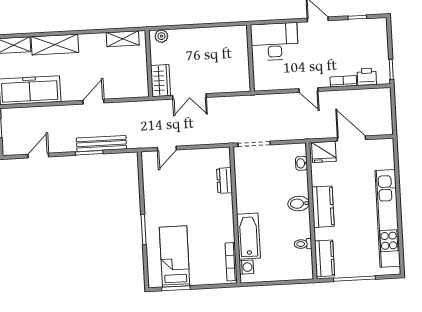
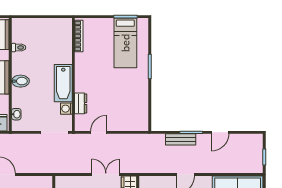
bench: (101, 144) -> (181, 139), width x0.73
door: (167, 149) -> (99, 132), moved
door: (38, 156) -> (220, 132), moved
bathtub: (249, 236) -> (63, 83), moved
washing machine: (246, 267) -> (66, 109), moved

